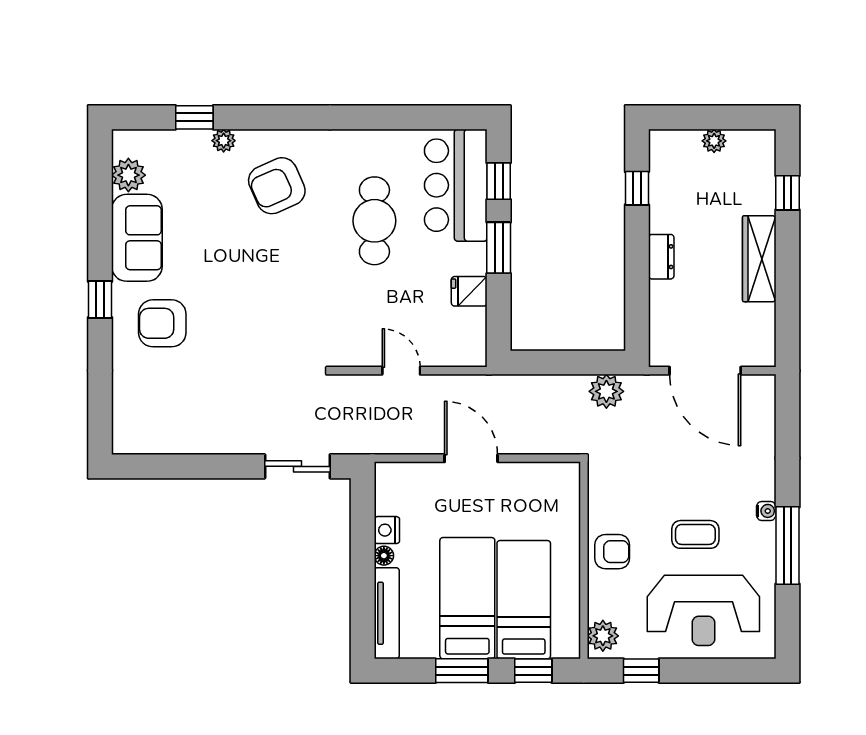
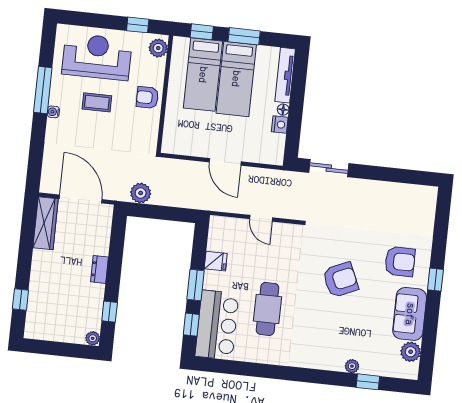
plant: (714, 141) -> (93, 338), moved
armchair: (277, 186) -> (340, 280), moved
wardrobe: (759, 259) -> (46, 223), moved

